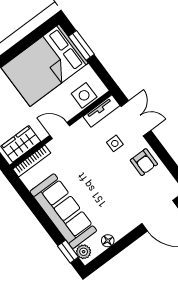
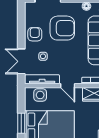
tv unit: (102, 111) -> (42, 79), width x1.41
armchair: (117, 194) -> (62, 28), added

